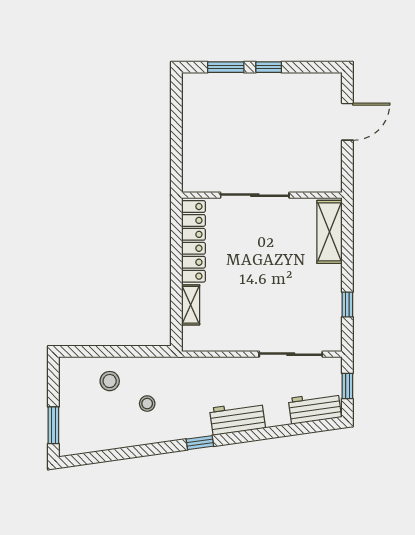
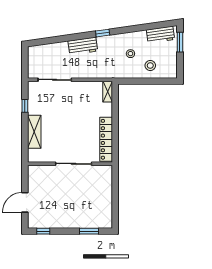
window: (269, 67) -> (43, 231), moved
shelving: (329, 232) -> (34, 132), moved
shelving: (191, 305) -> (108, 92), moved
window: (347, 386) -> (25, 63), removed
workbench: (315, 408) -> (160, 35), moved

